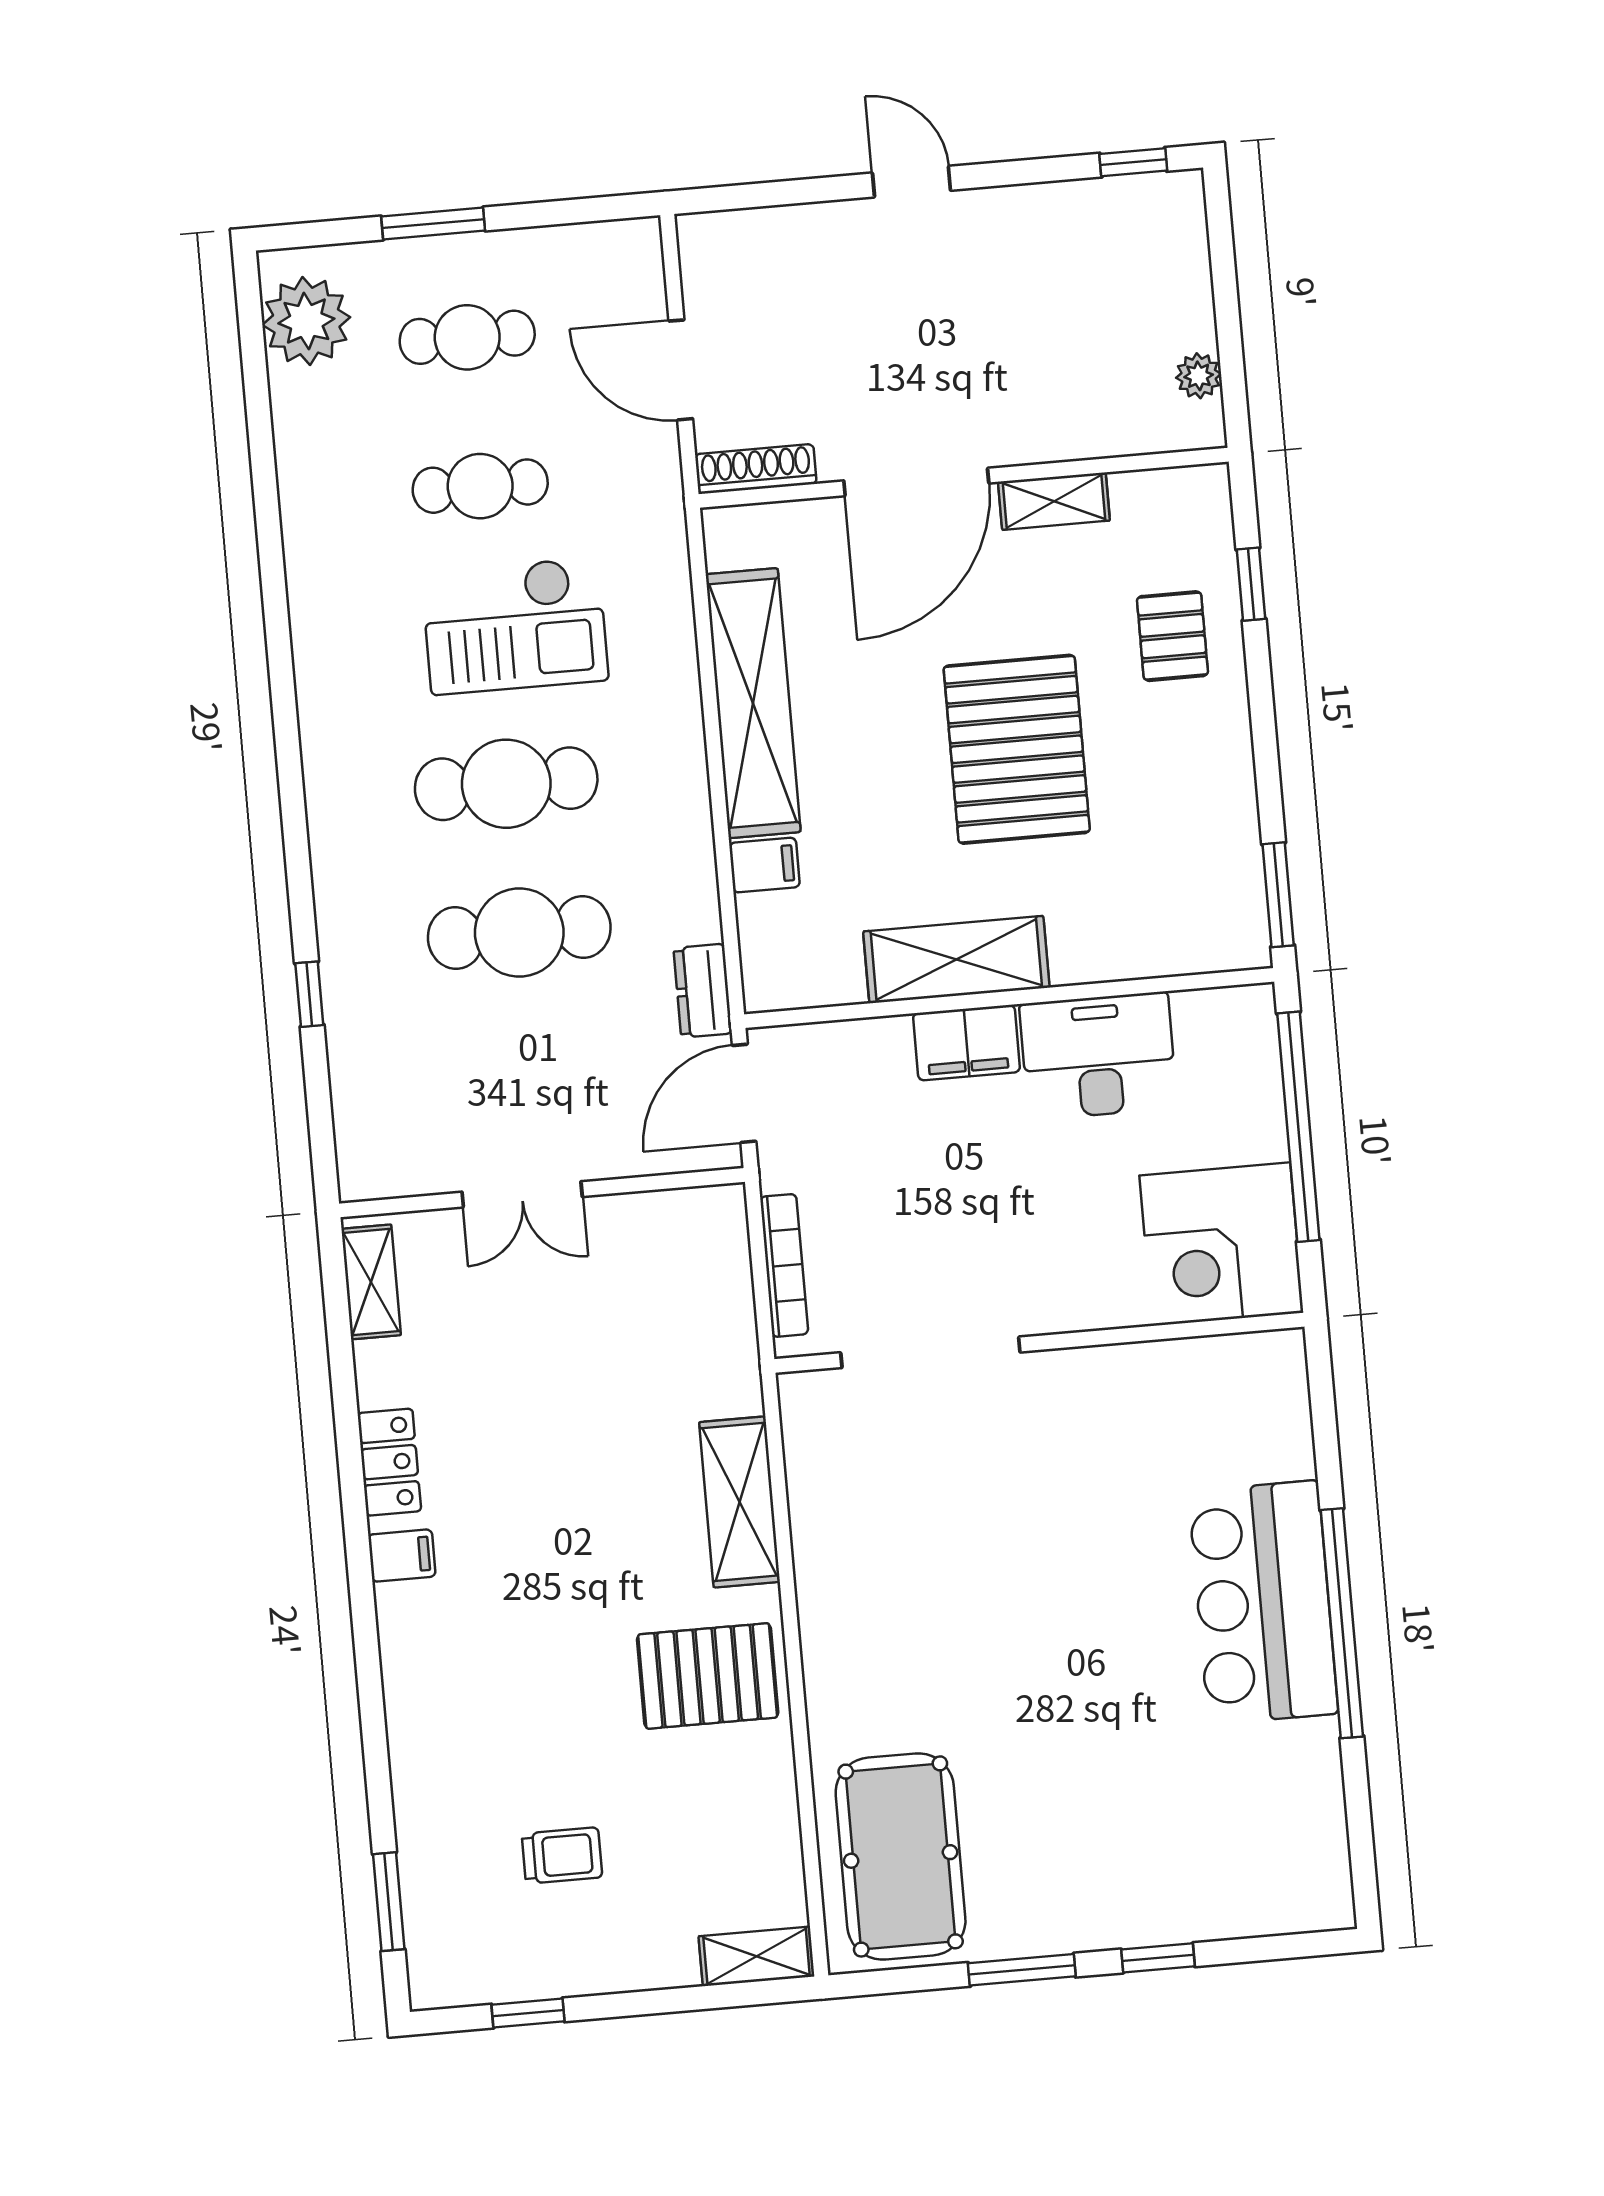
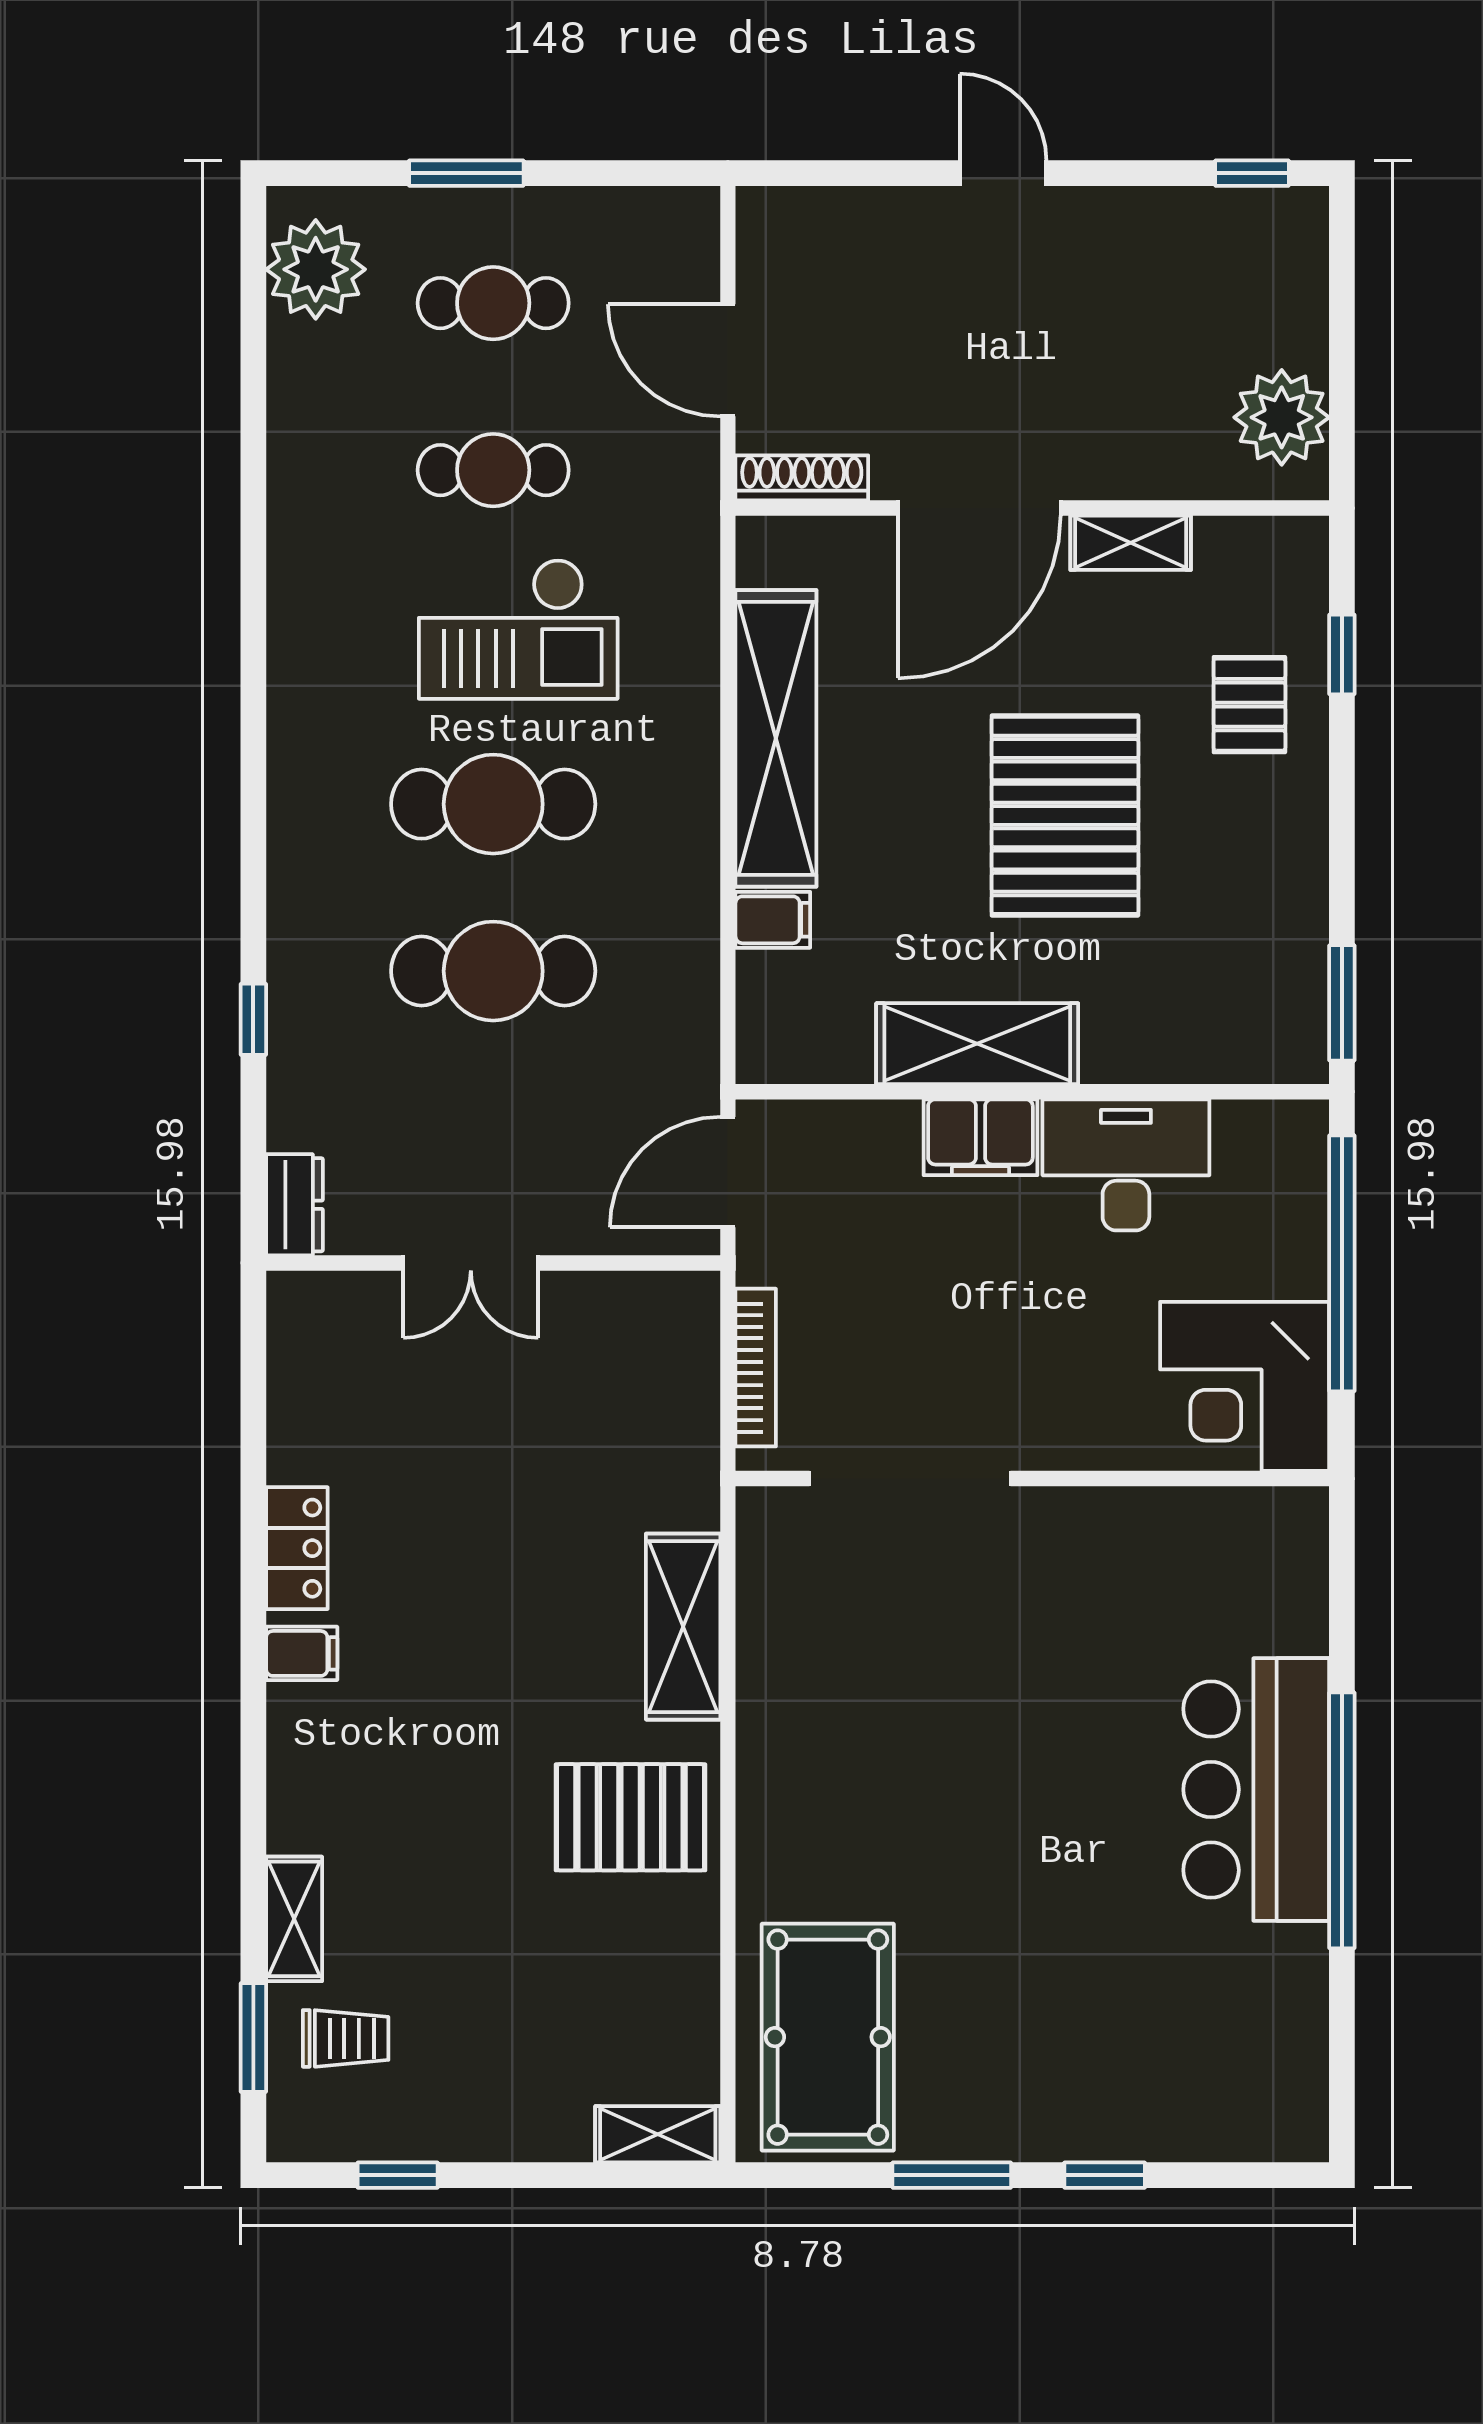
plant: (1199, 376) -> (1282, 417), width x1.88, depth x1.88
dresser: (703, 991) -> (295, 1205), moved, turned 180
shelving: (371, 1282) -> (294, 1919), moved
trolley: (562, 1856) -> (346, 2038), moved

